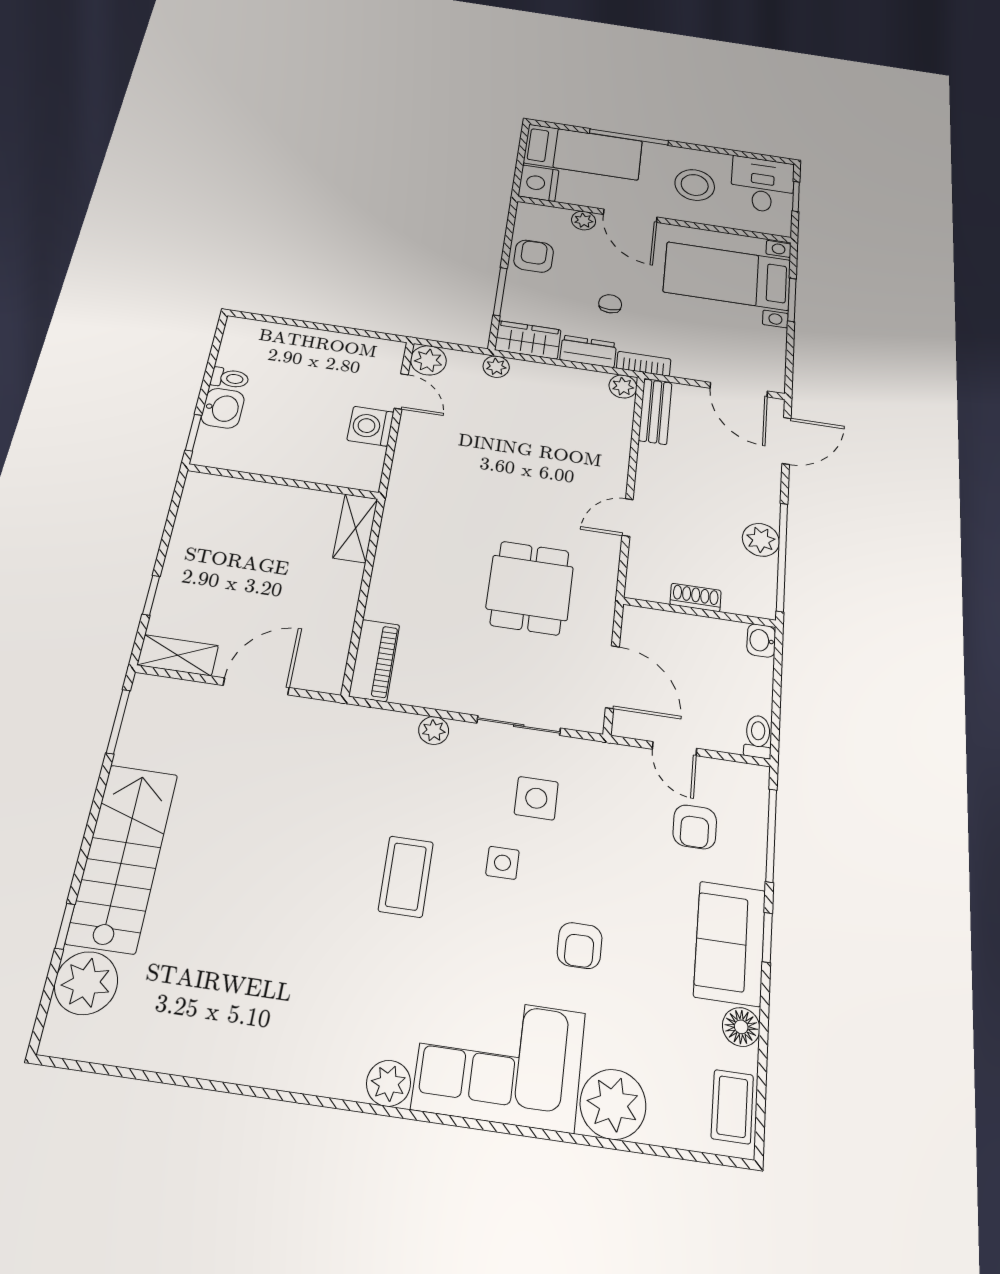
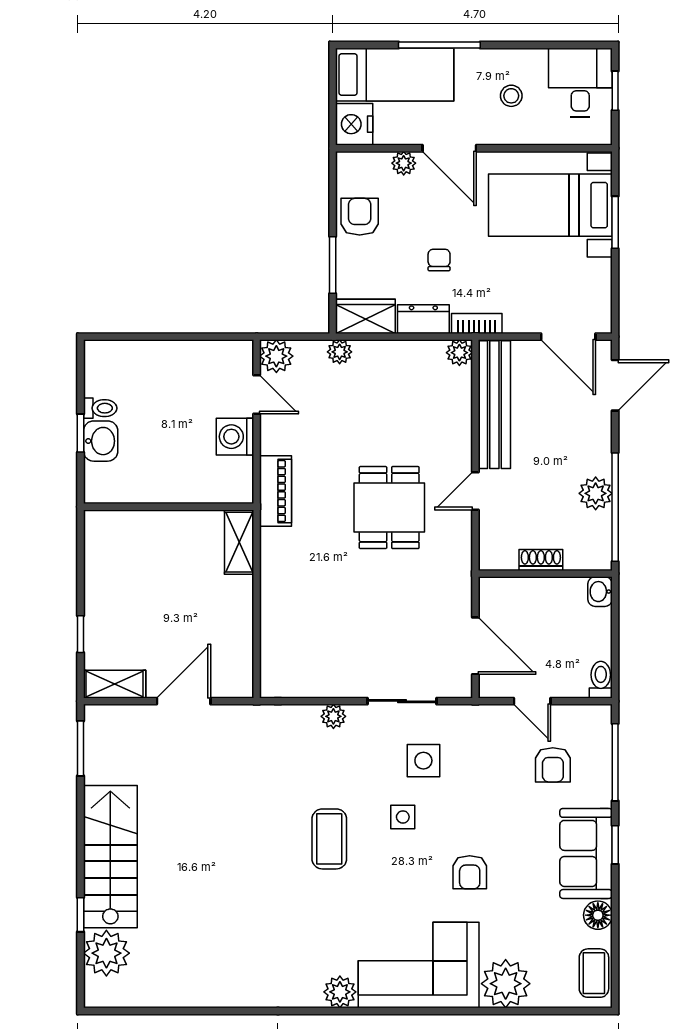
stool: (695, 185) -> (511, 96), width x0.53, depth x0.53
bench: (655, 412) -> (494, 405), width x1.86, depth x1.21
window: (193, 433) -> (80, 433), moved
dining table: (530, 588) -> (389, 508), moved
piano: (374, 660) -> (276, 491), moved

